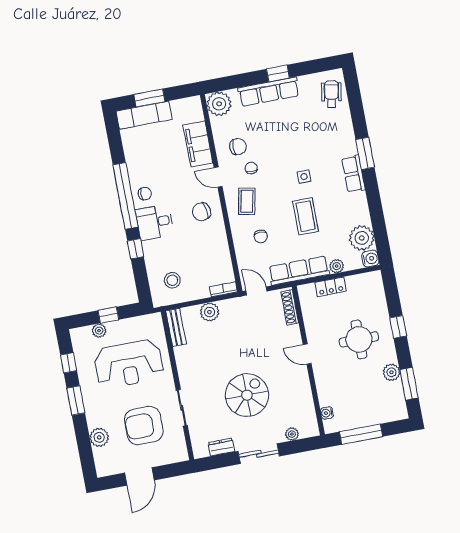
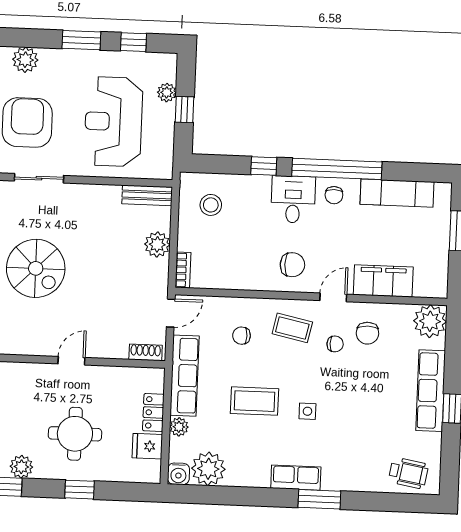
exam couch: (144, 115) -> (397, 193), moved, turned -90
chair: (201, 212) -> (292, 265), turned 101
fridge: (356, 285) -> (147, 446), added
shoe rack: (290, 307) -> (146, 352), width x0.70

